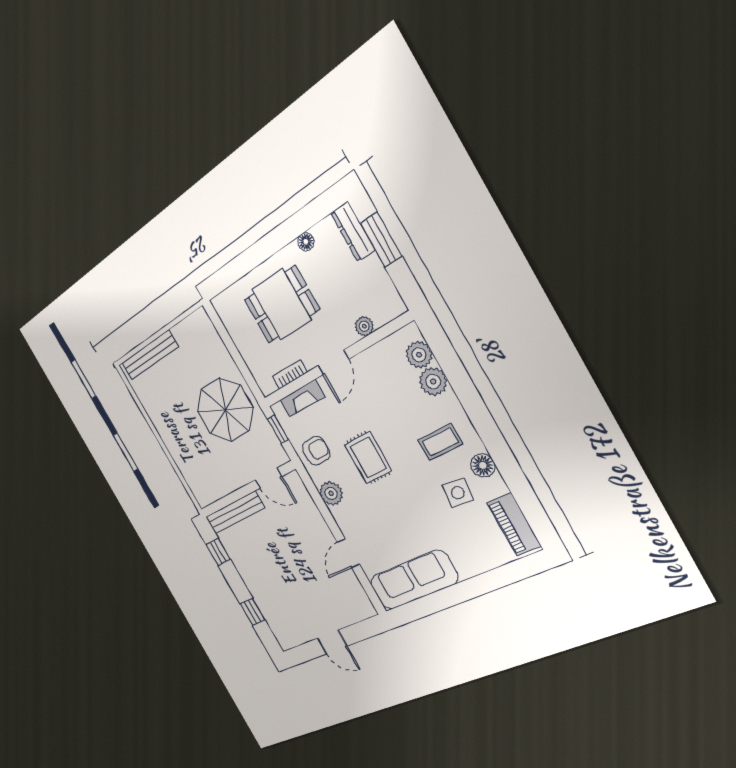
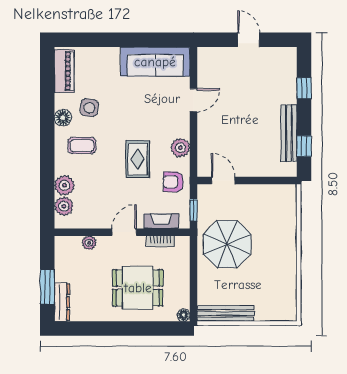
floor lamp: (306, 242) -> (184, 315), moved
bench: (150, 355) -> (226, 313), moved
bench: (235, 512) -> (289, 133), moved, turned 90

